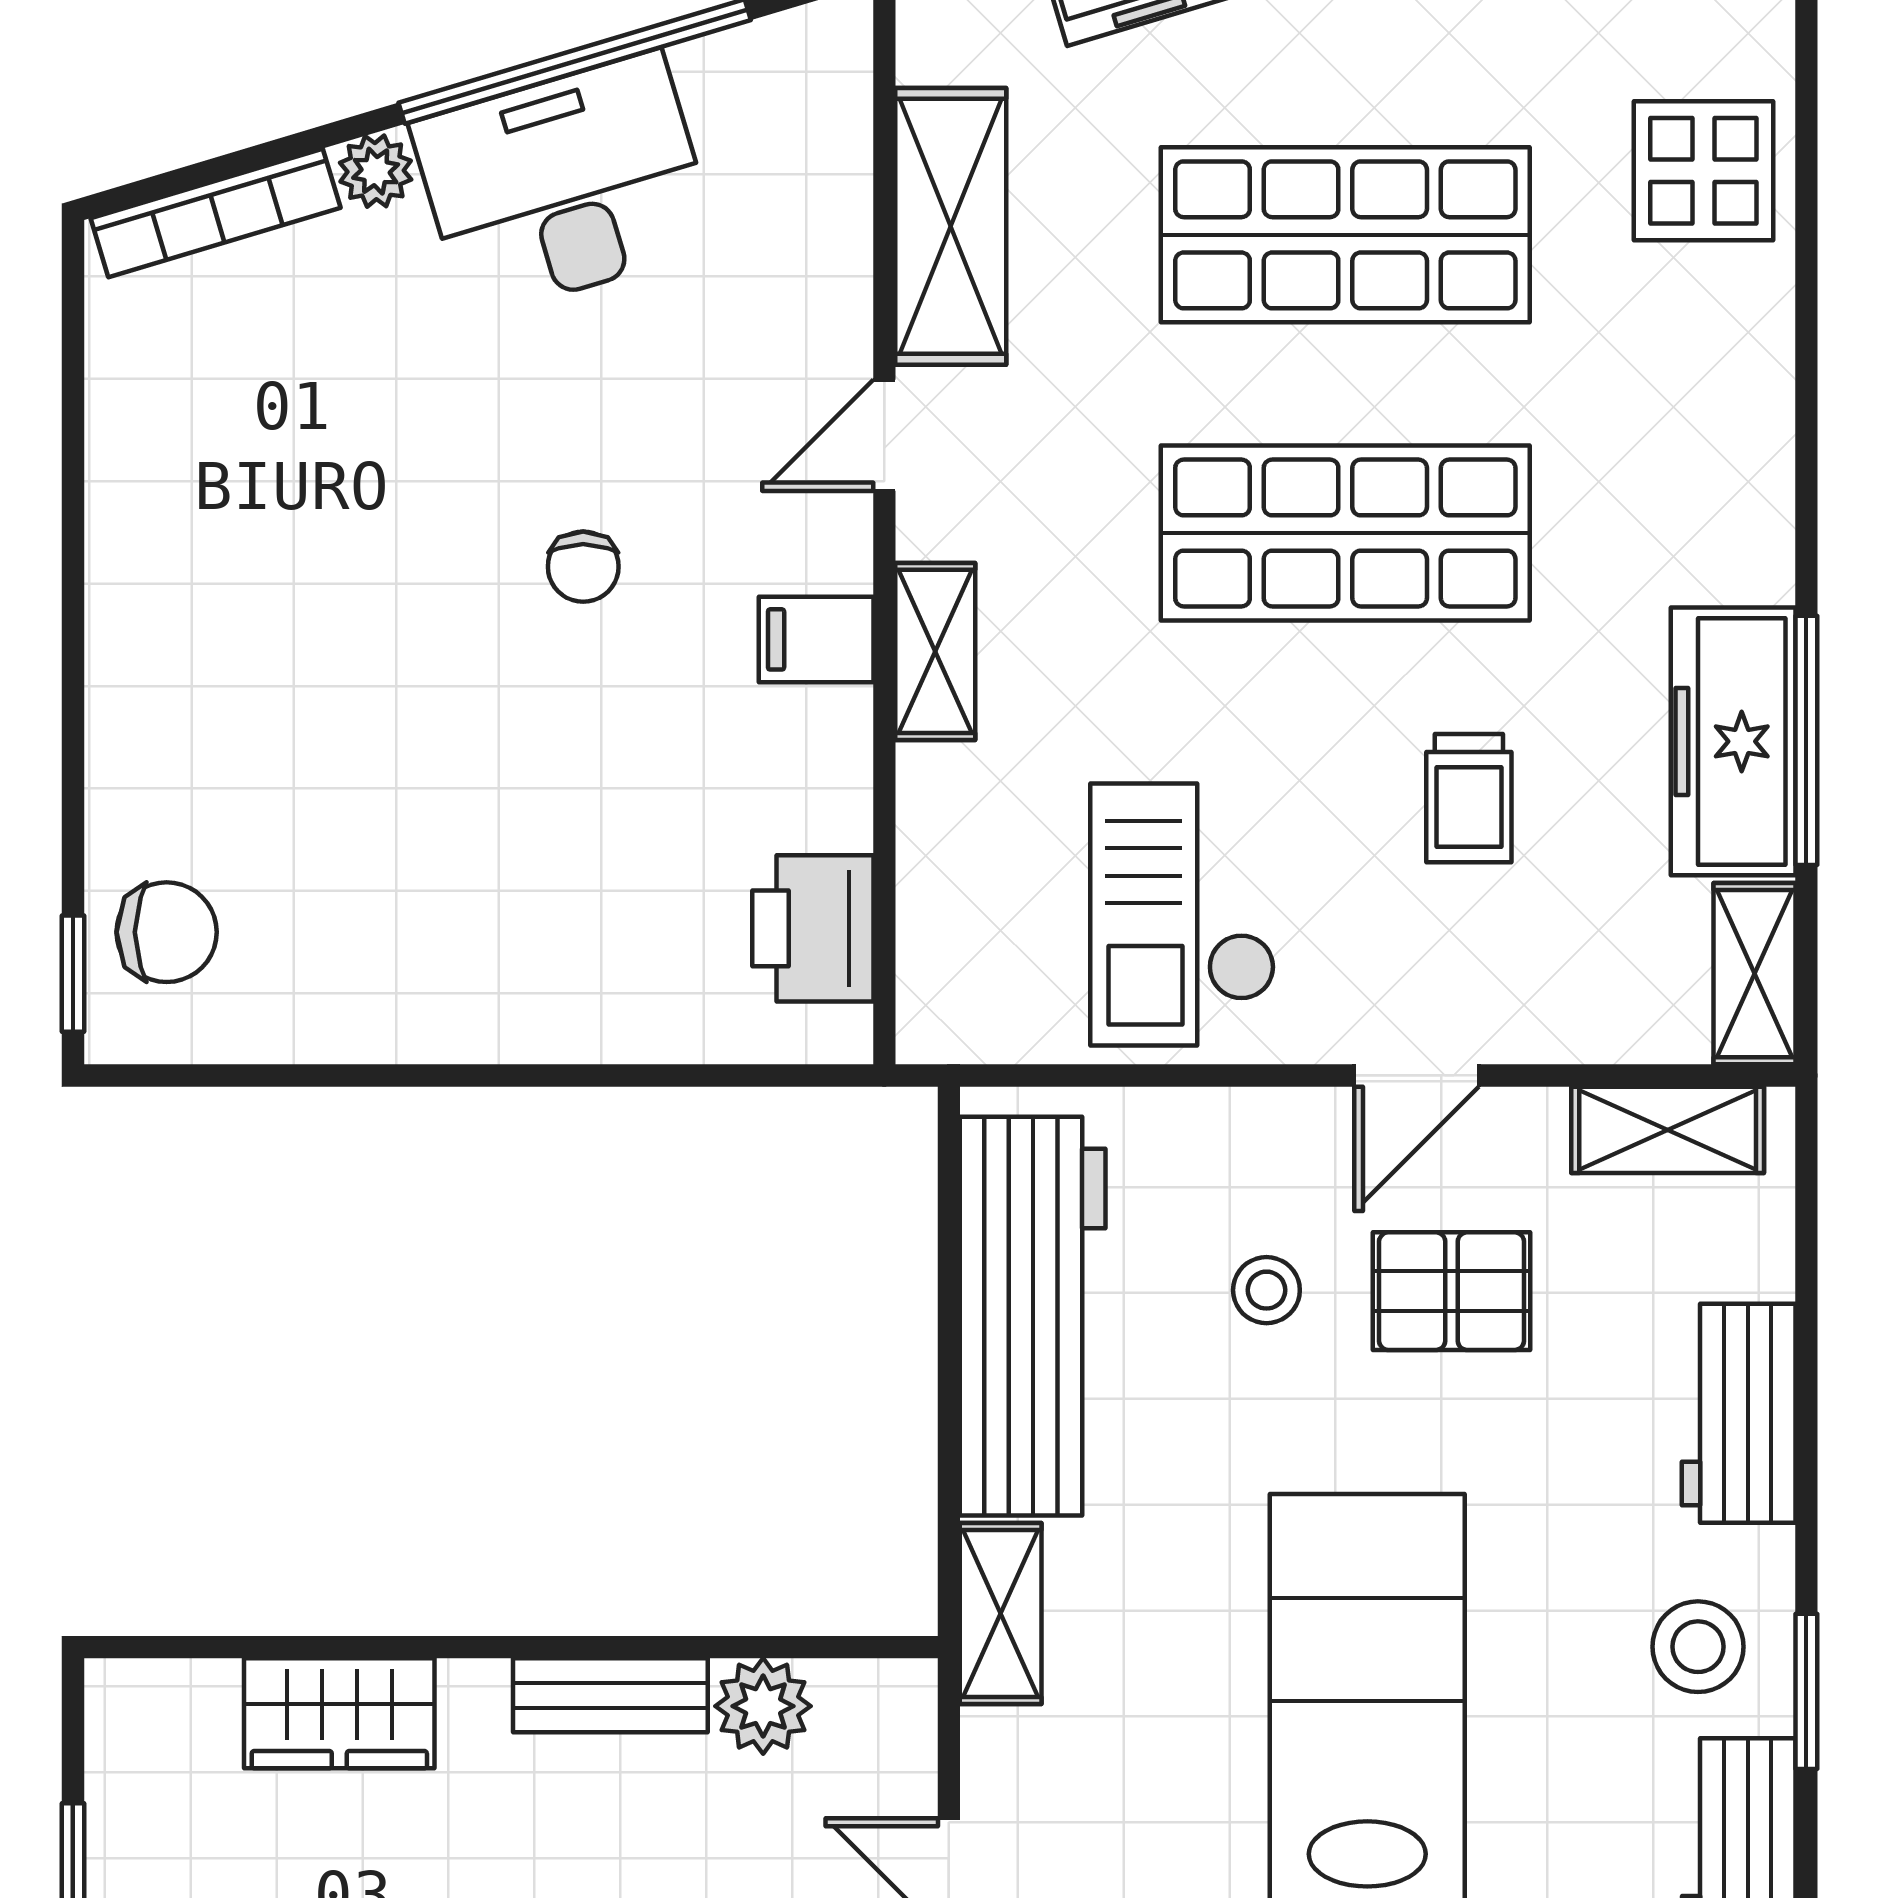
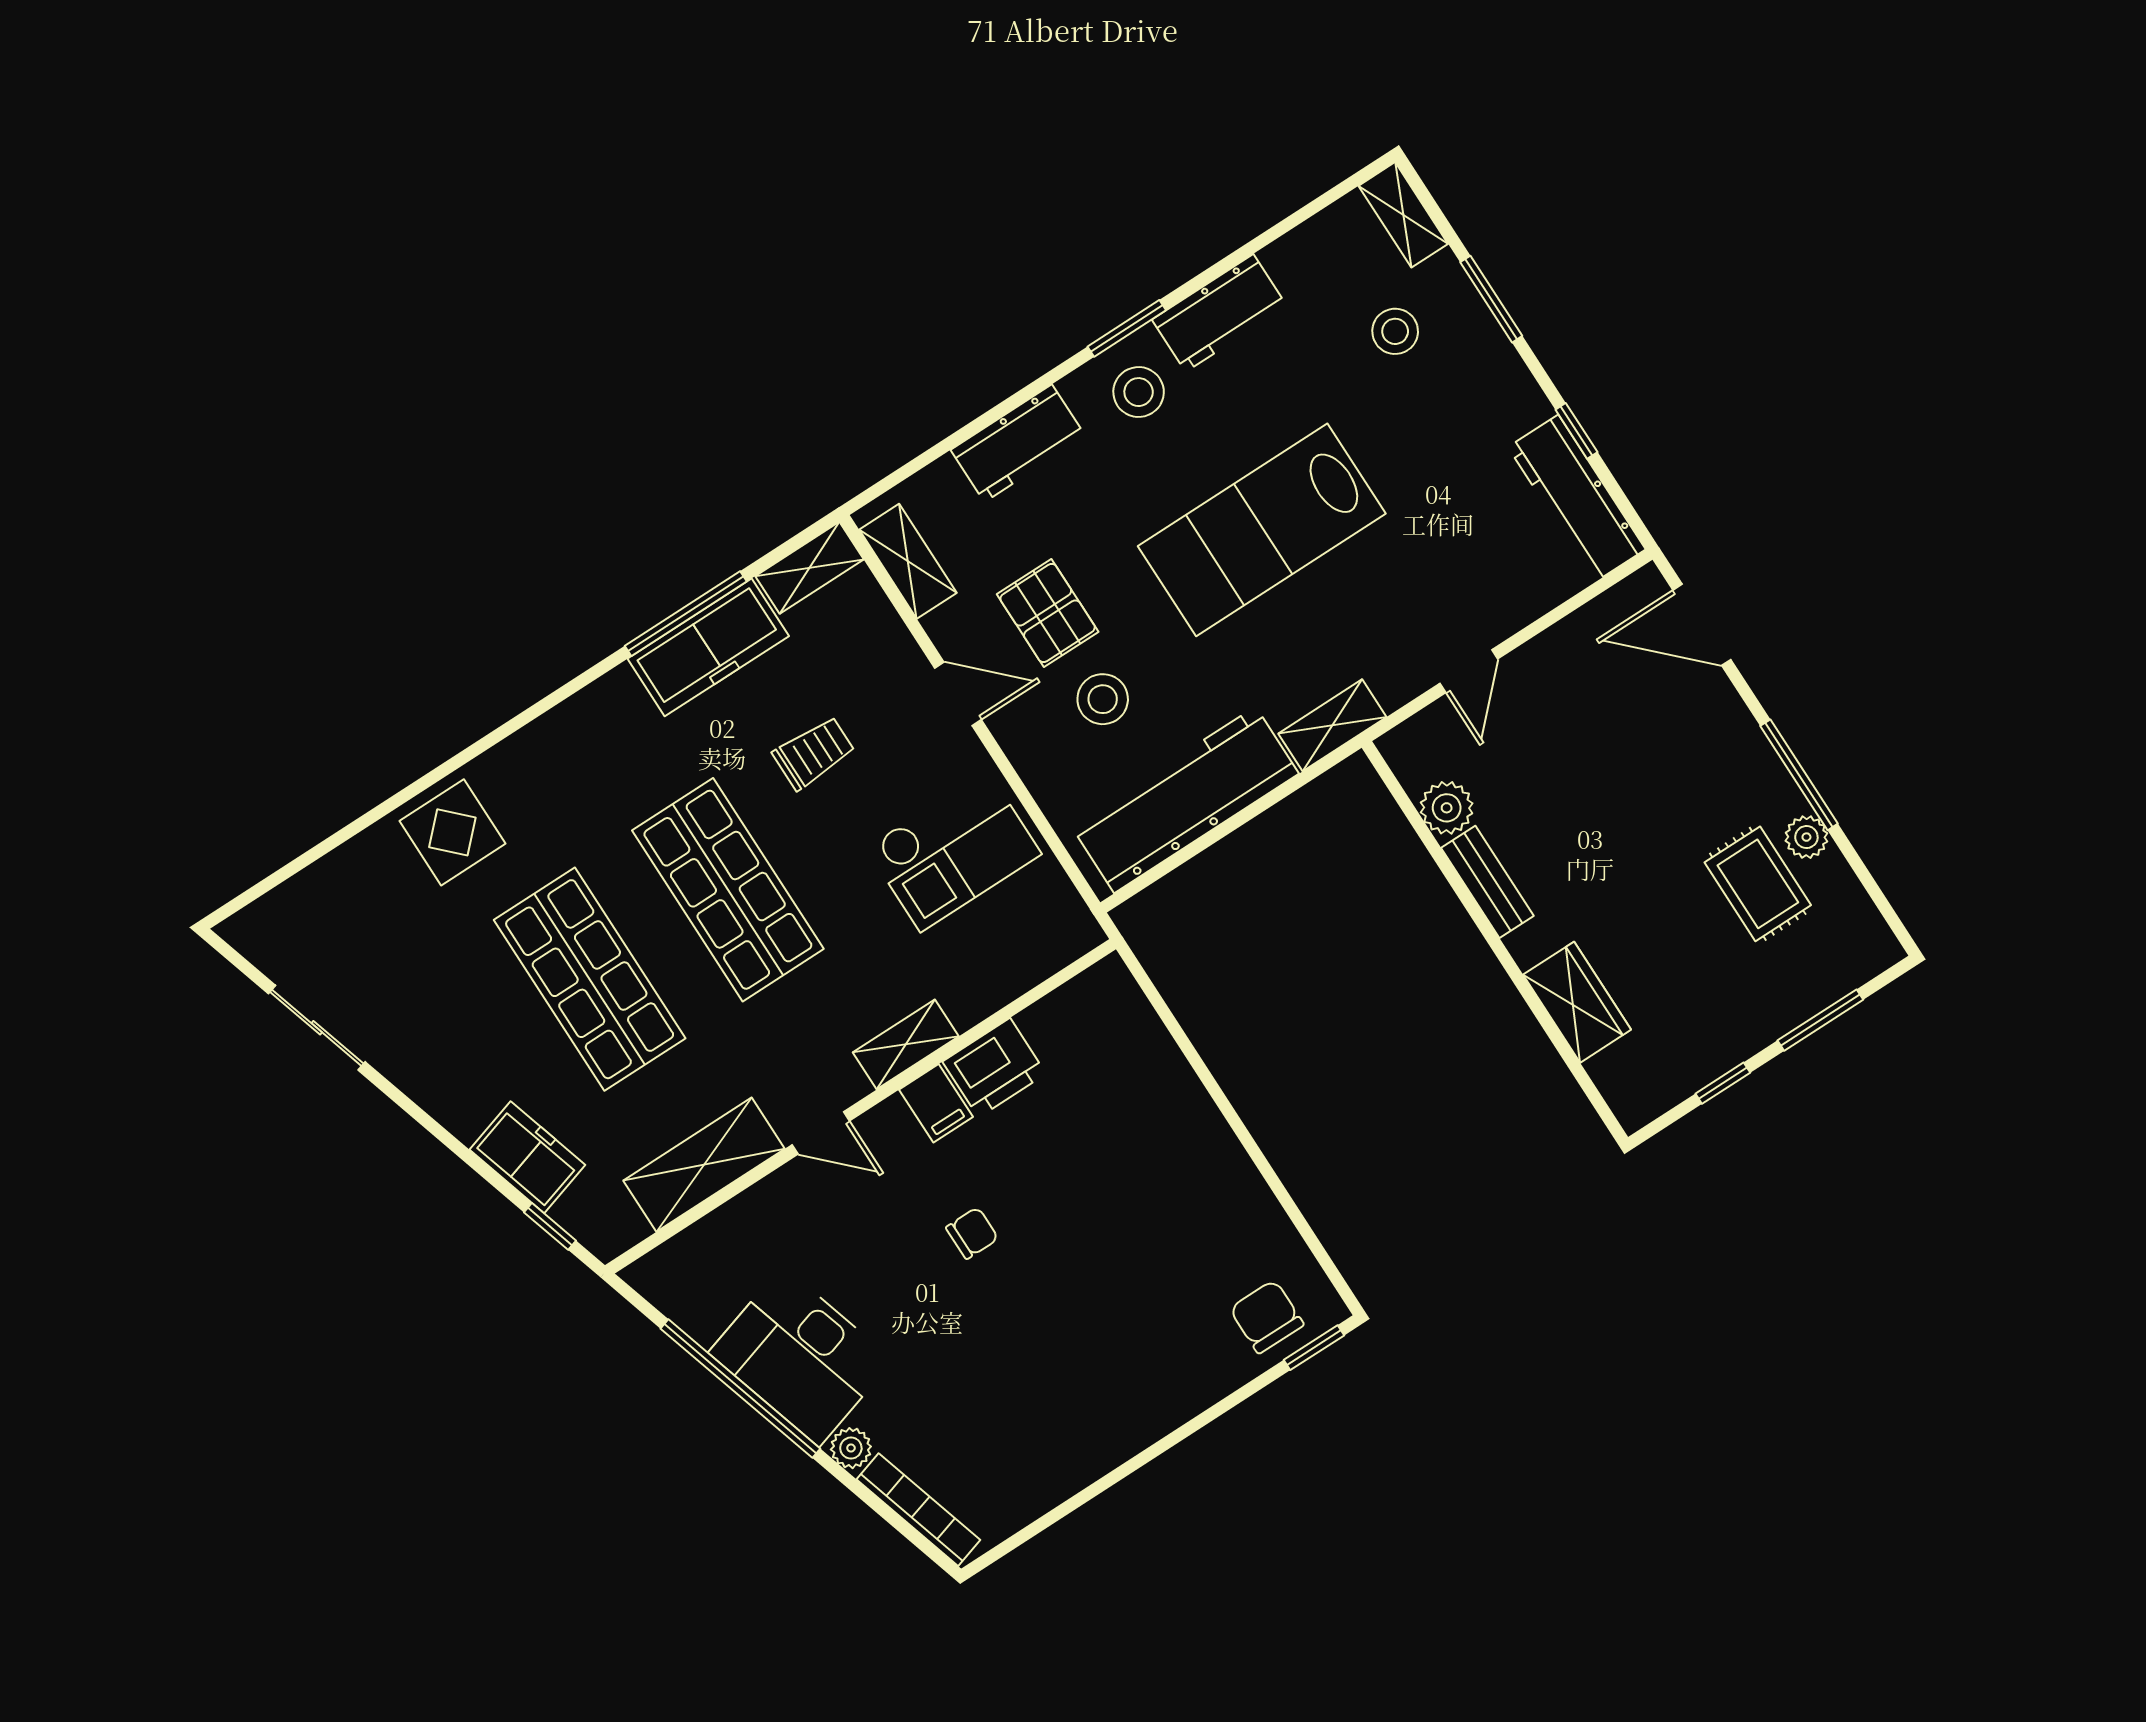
printer: (813, 928) -> (994, 1068), moved
stool: (1266, 1290) -> (1103, 699), width x1.37, depth x1.37

